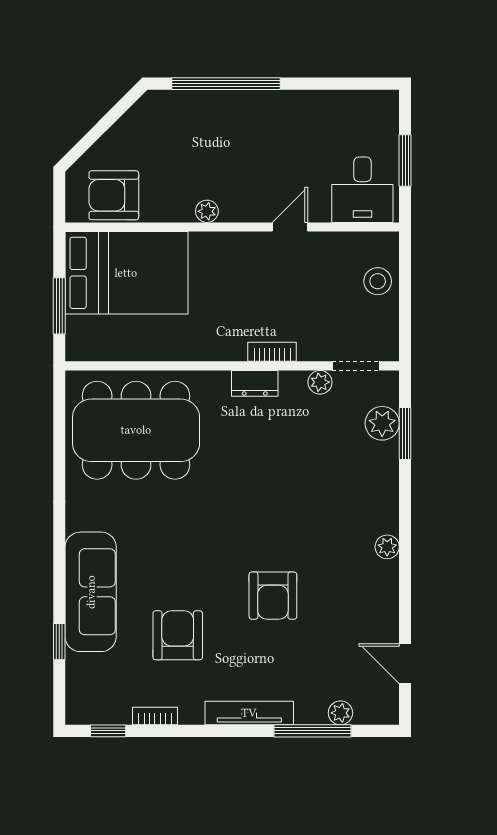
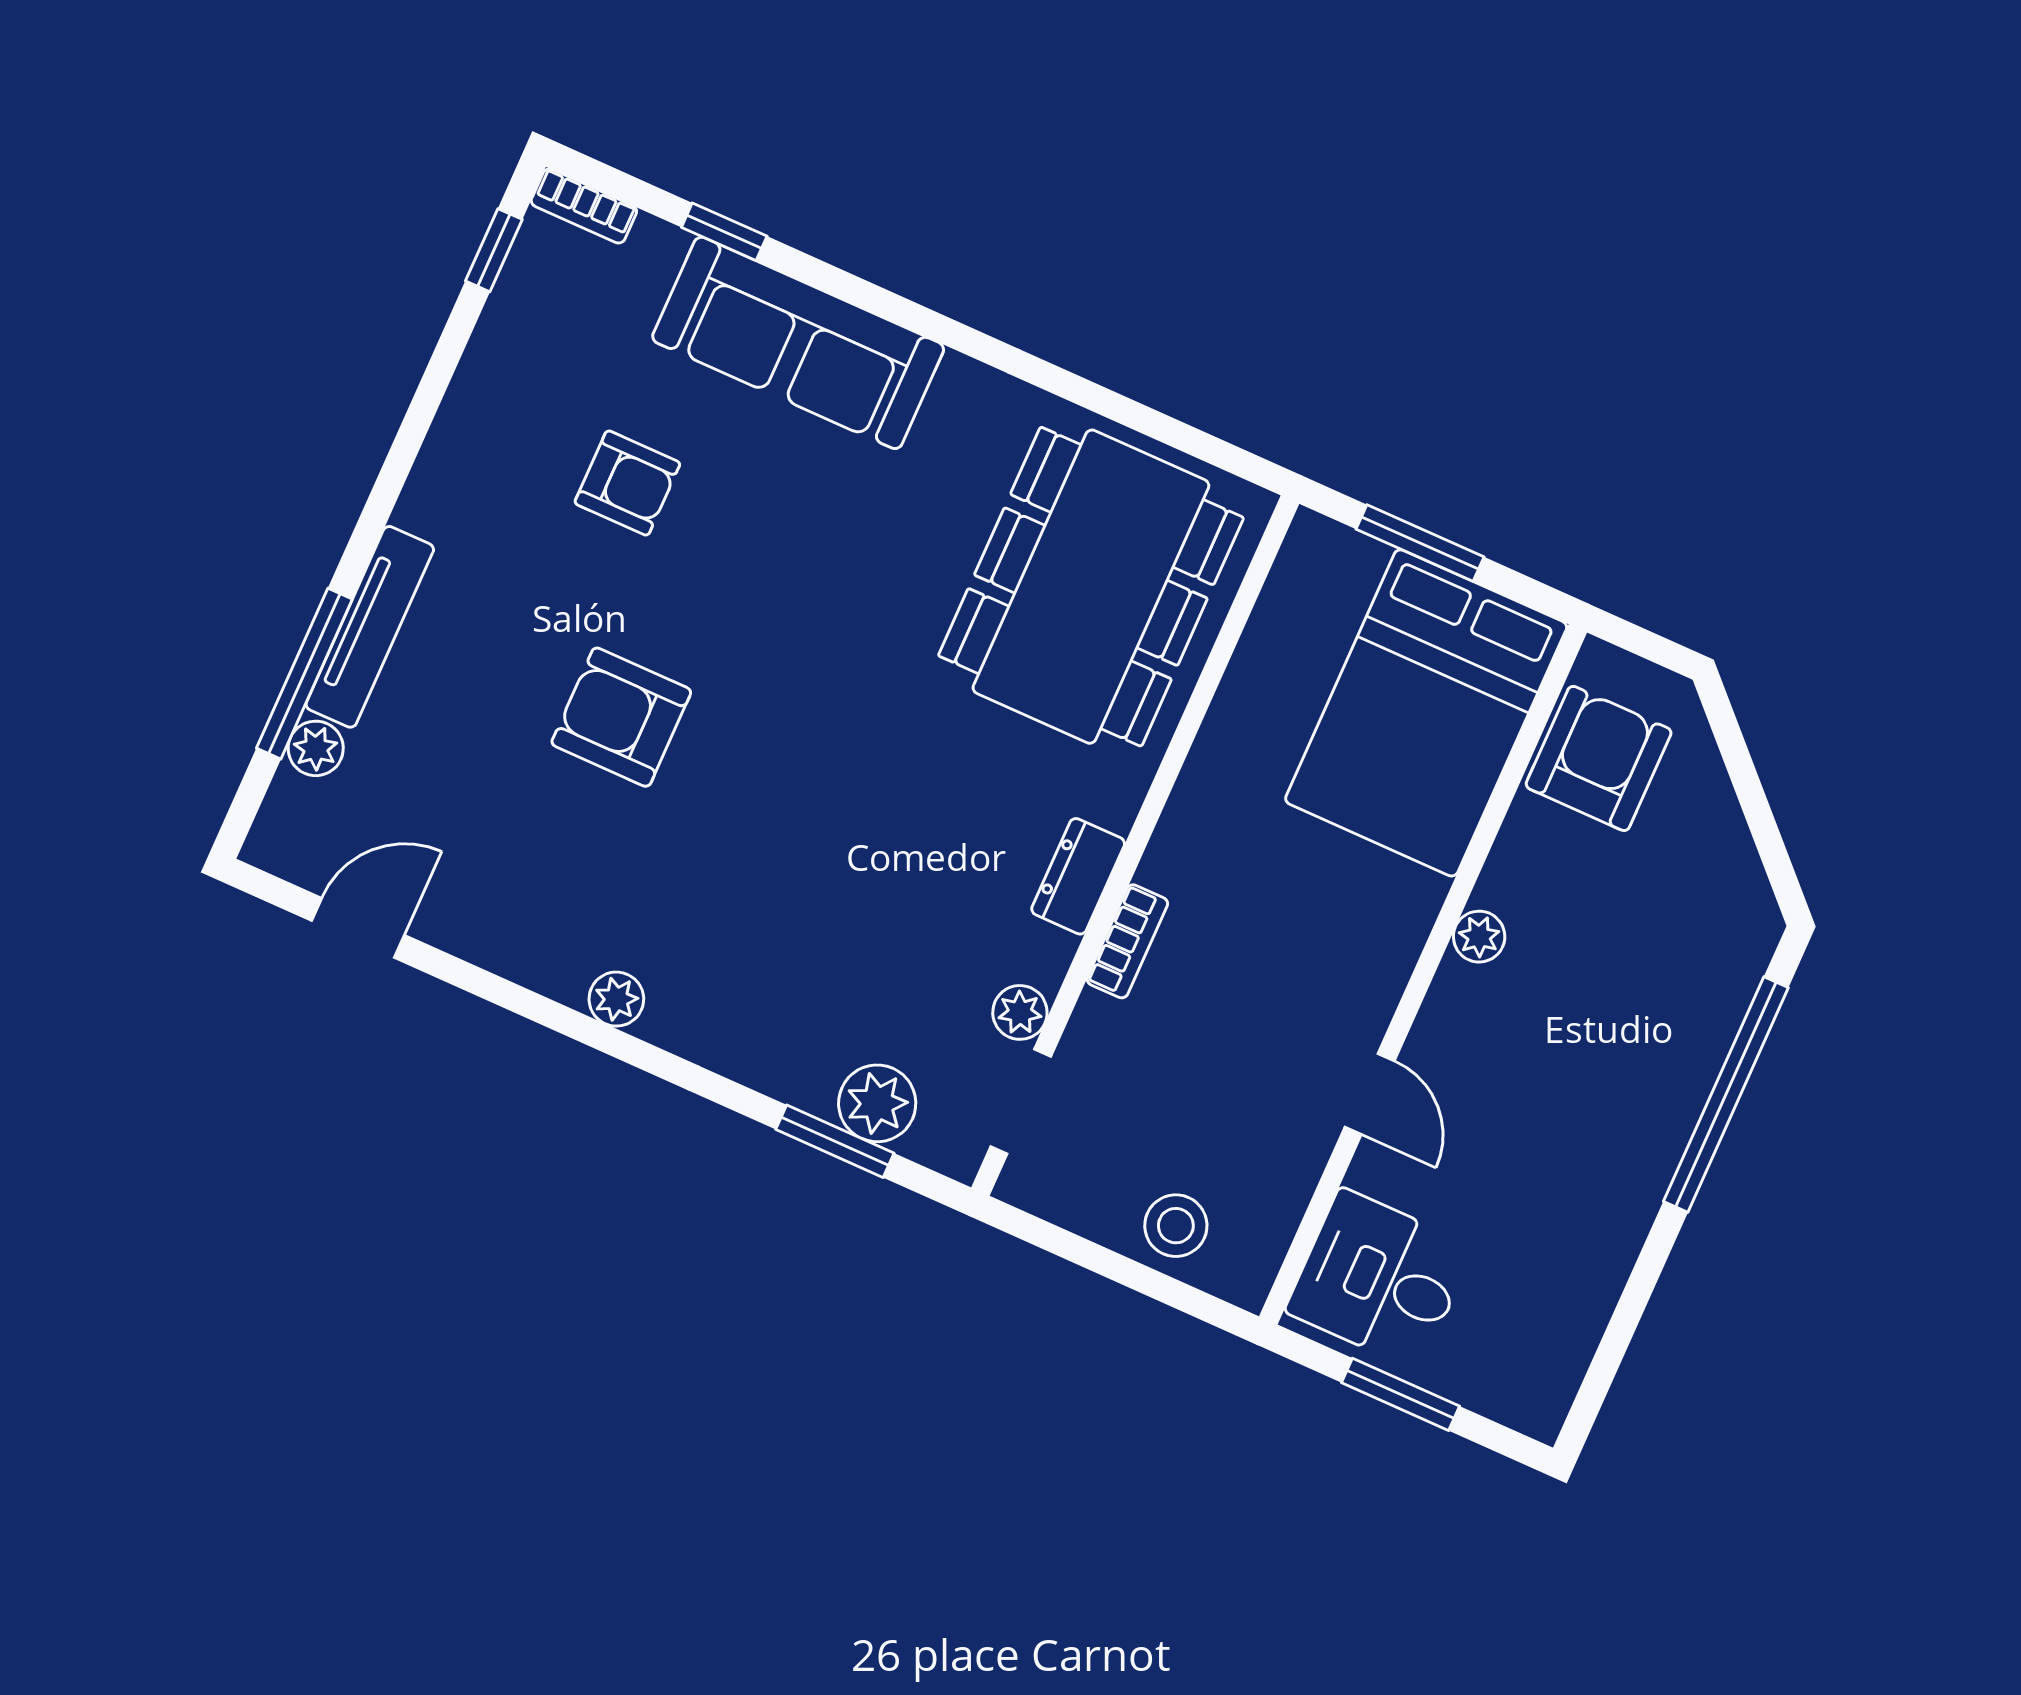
armchair: (178, 635) -> (627, 483), width x0.72, depth x0.72
tv unit: (249, 713) -> (370, 627), moved
bookcase: (155, 716) -> (584, 206), moved, turned 90

